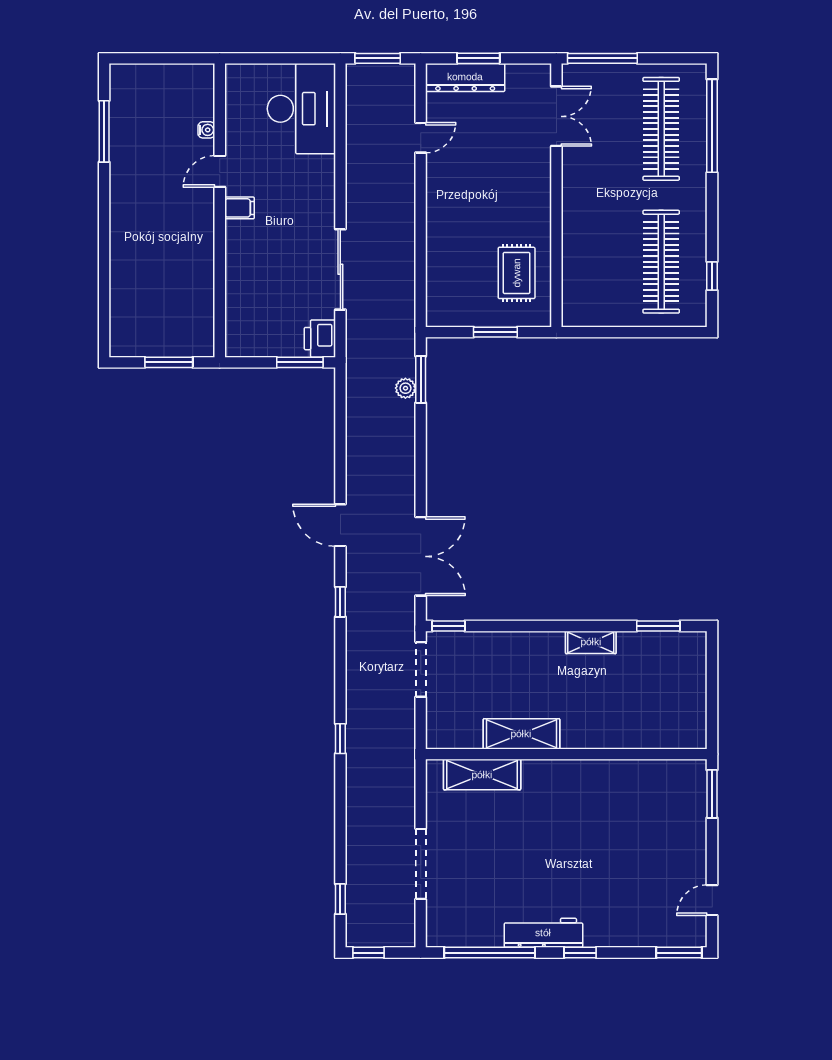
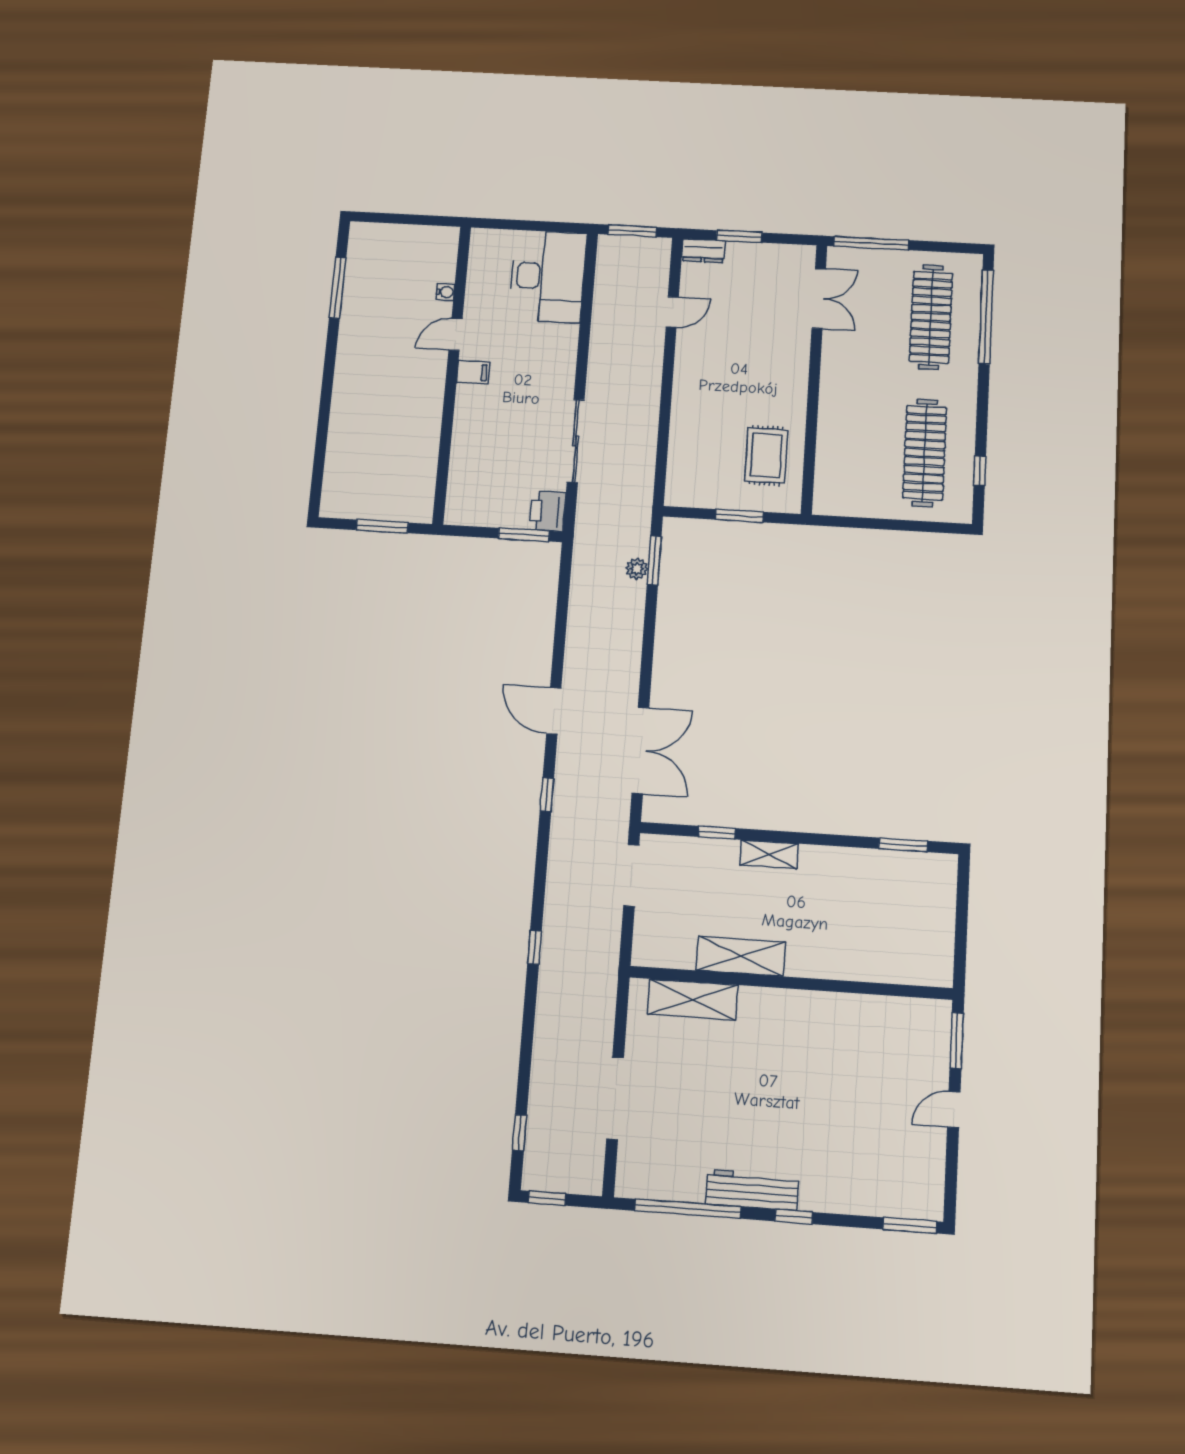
dresser: (465, 77) -> (703, 251), width x0.51, depth x0.80
window: (449, 626) -> (717, 833), moved
shelving: (591, 642) -> (769, 854), moved
door: (712, 900) -> (954, 1110), moved

